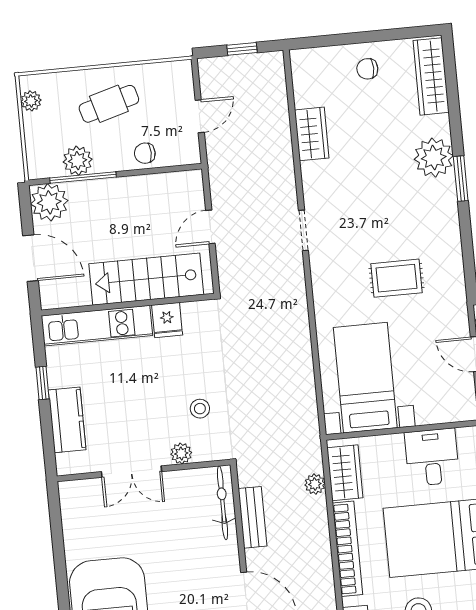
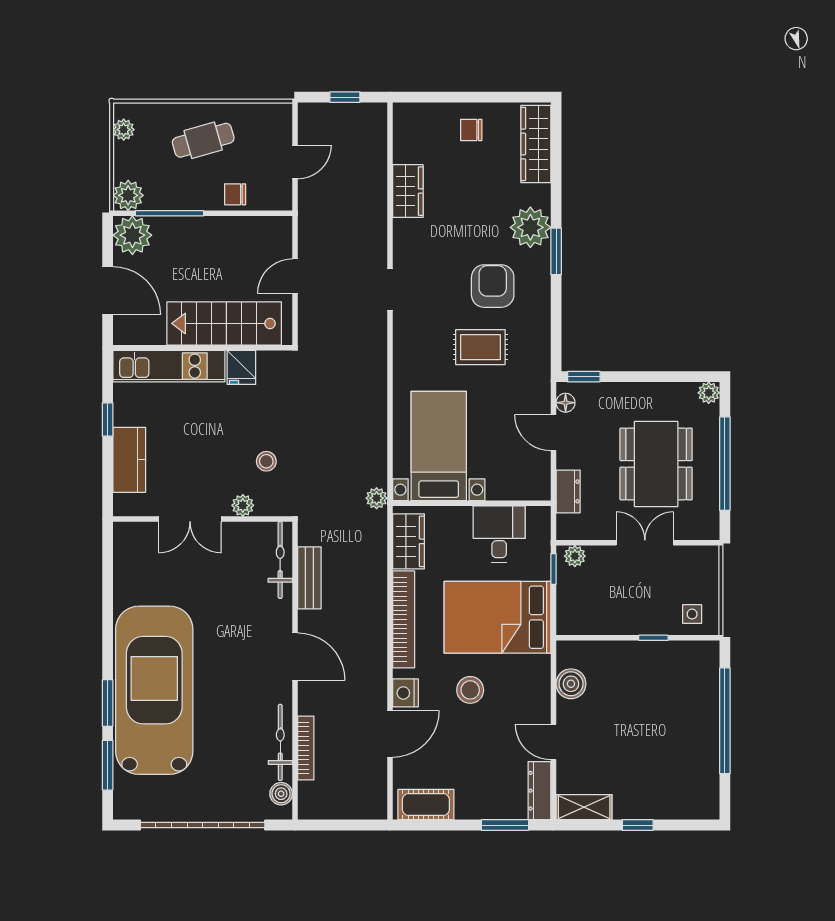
plant: (78, 161) -> (128, 195), moved
armchair: (403, 218) -> (493, 286), added
plant: (315, 484) -> (377, 498), moved

